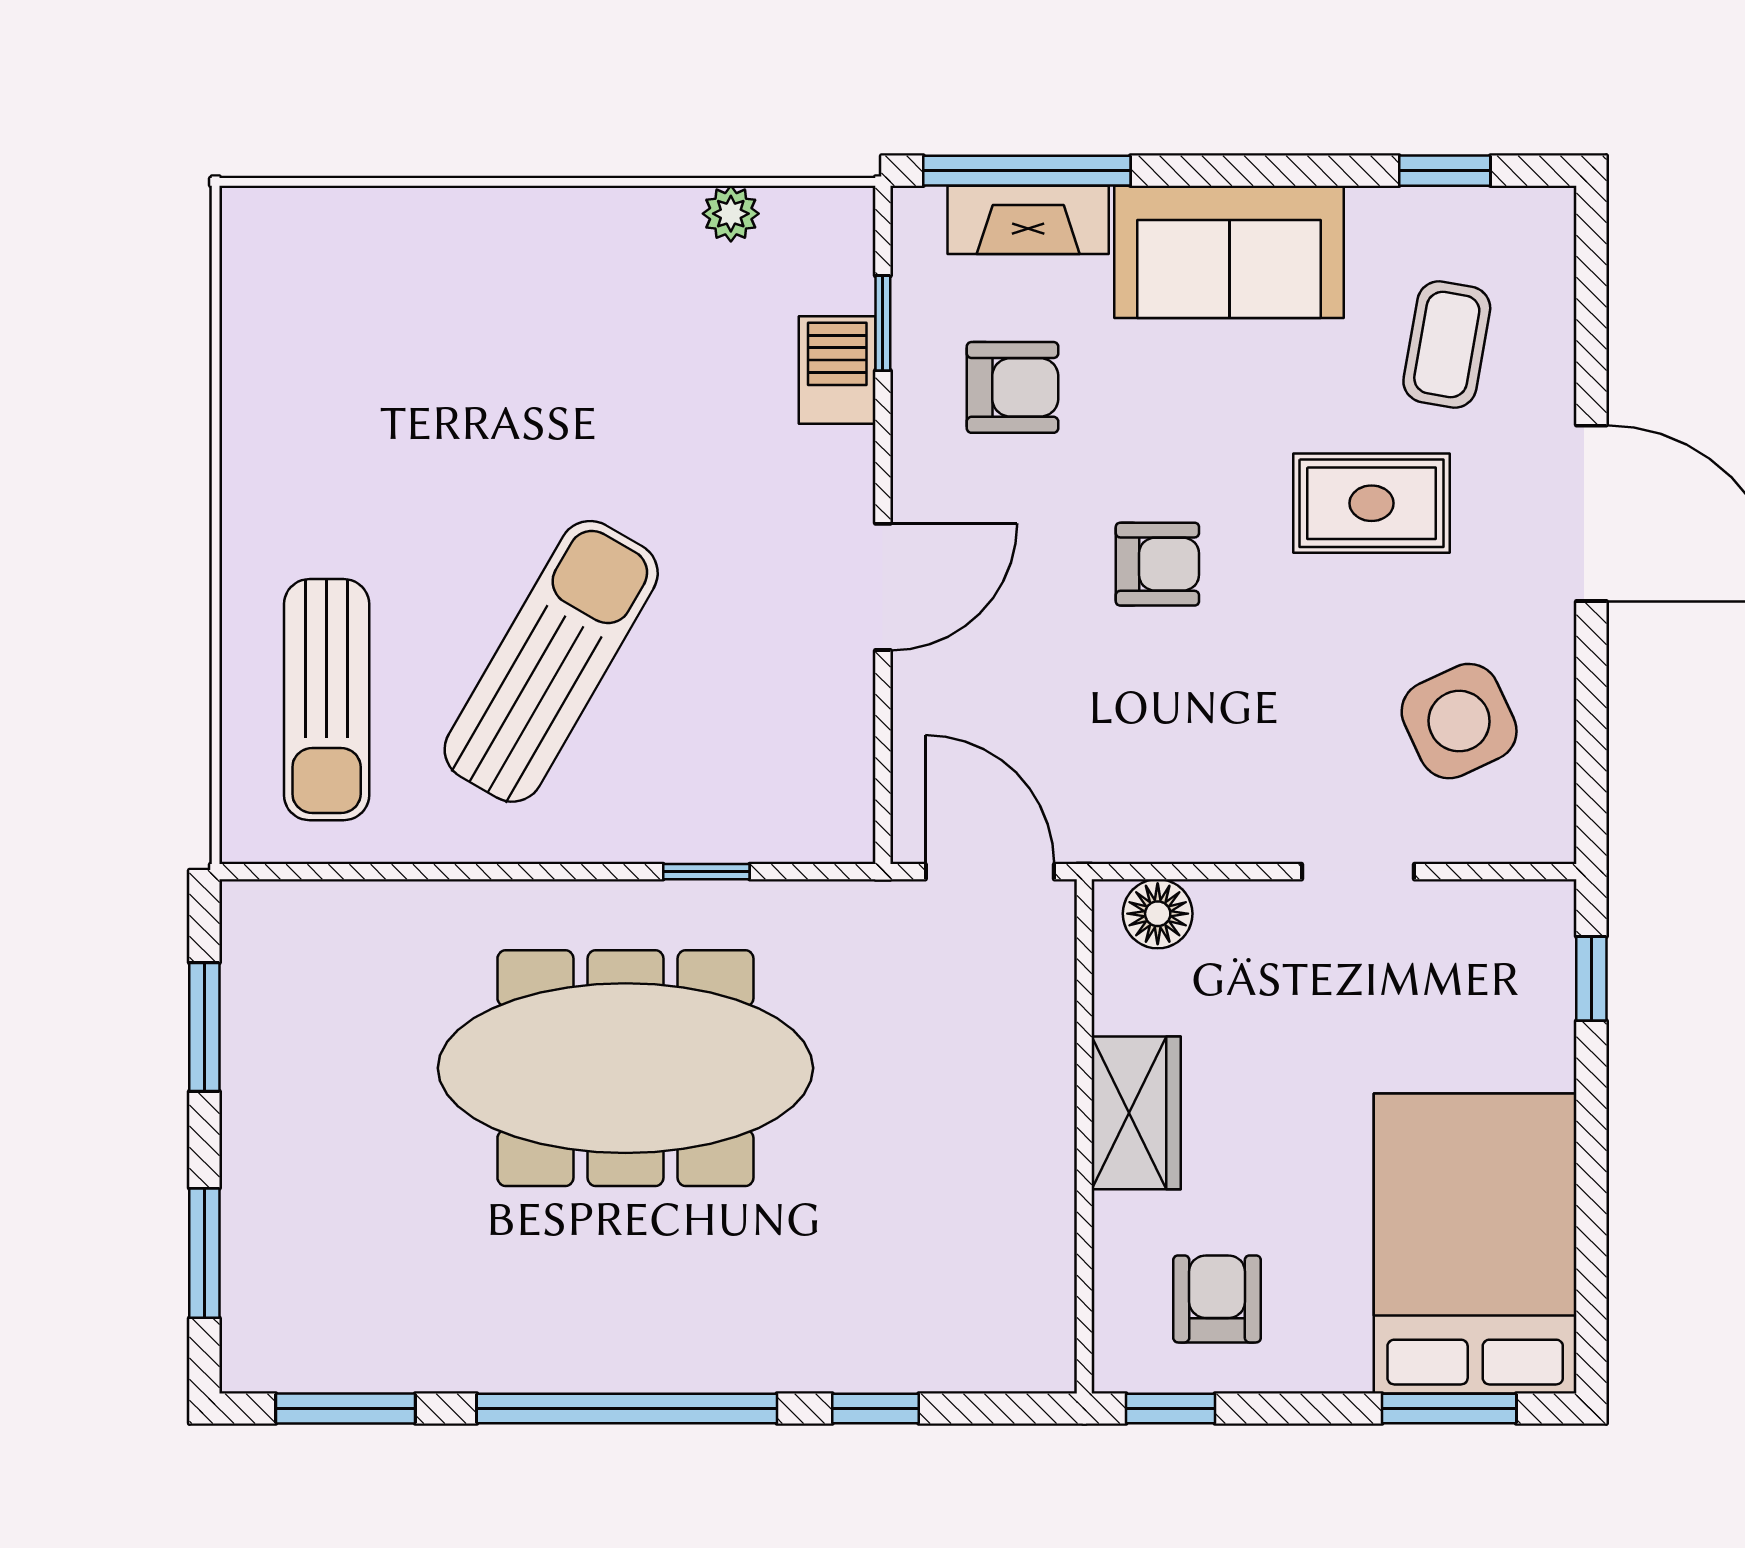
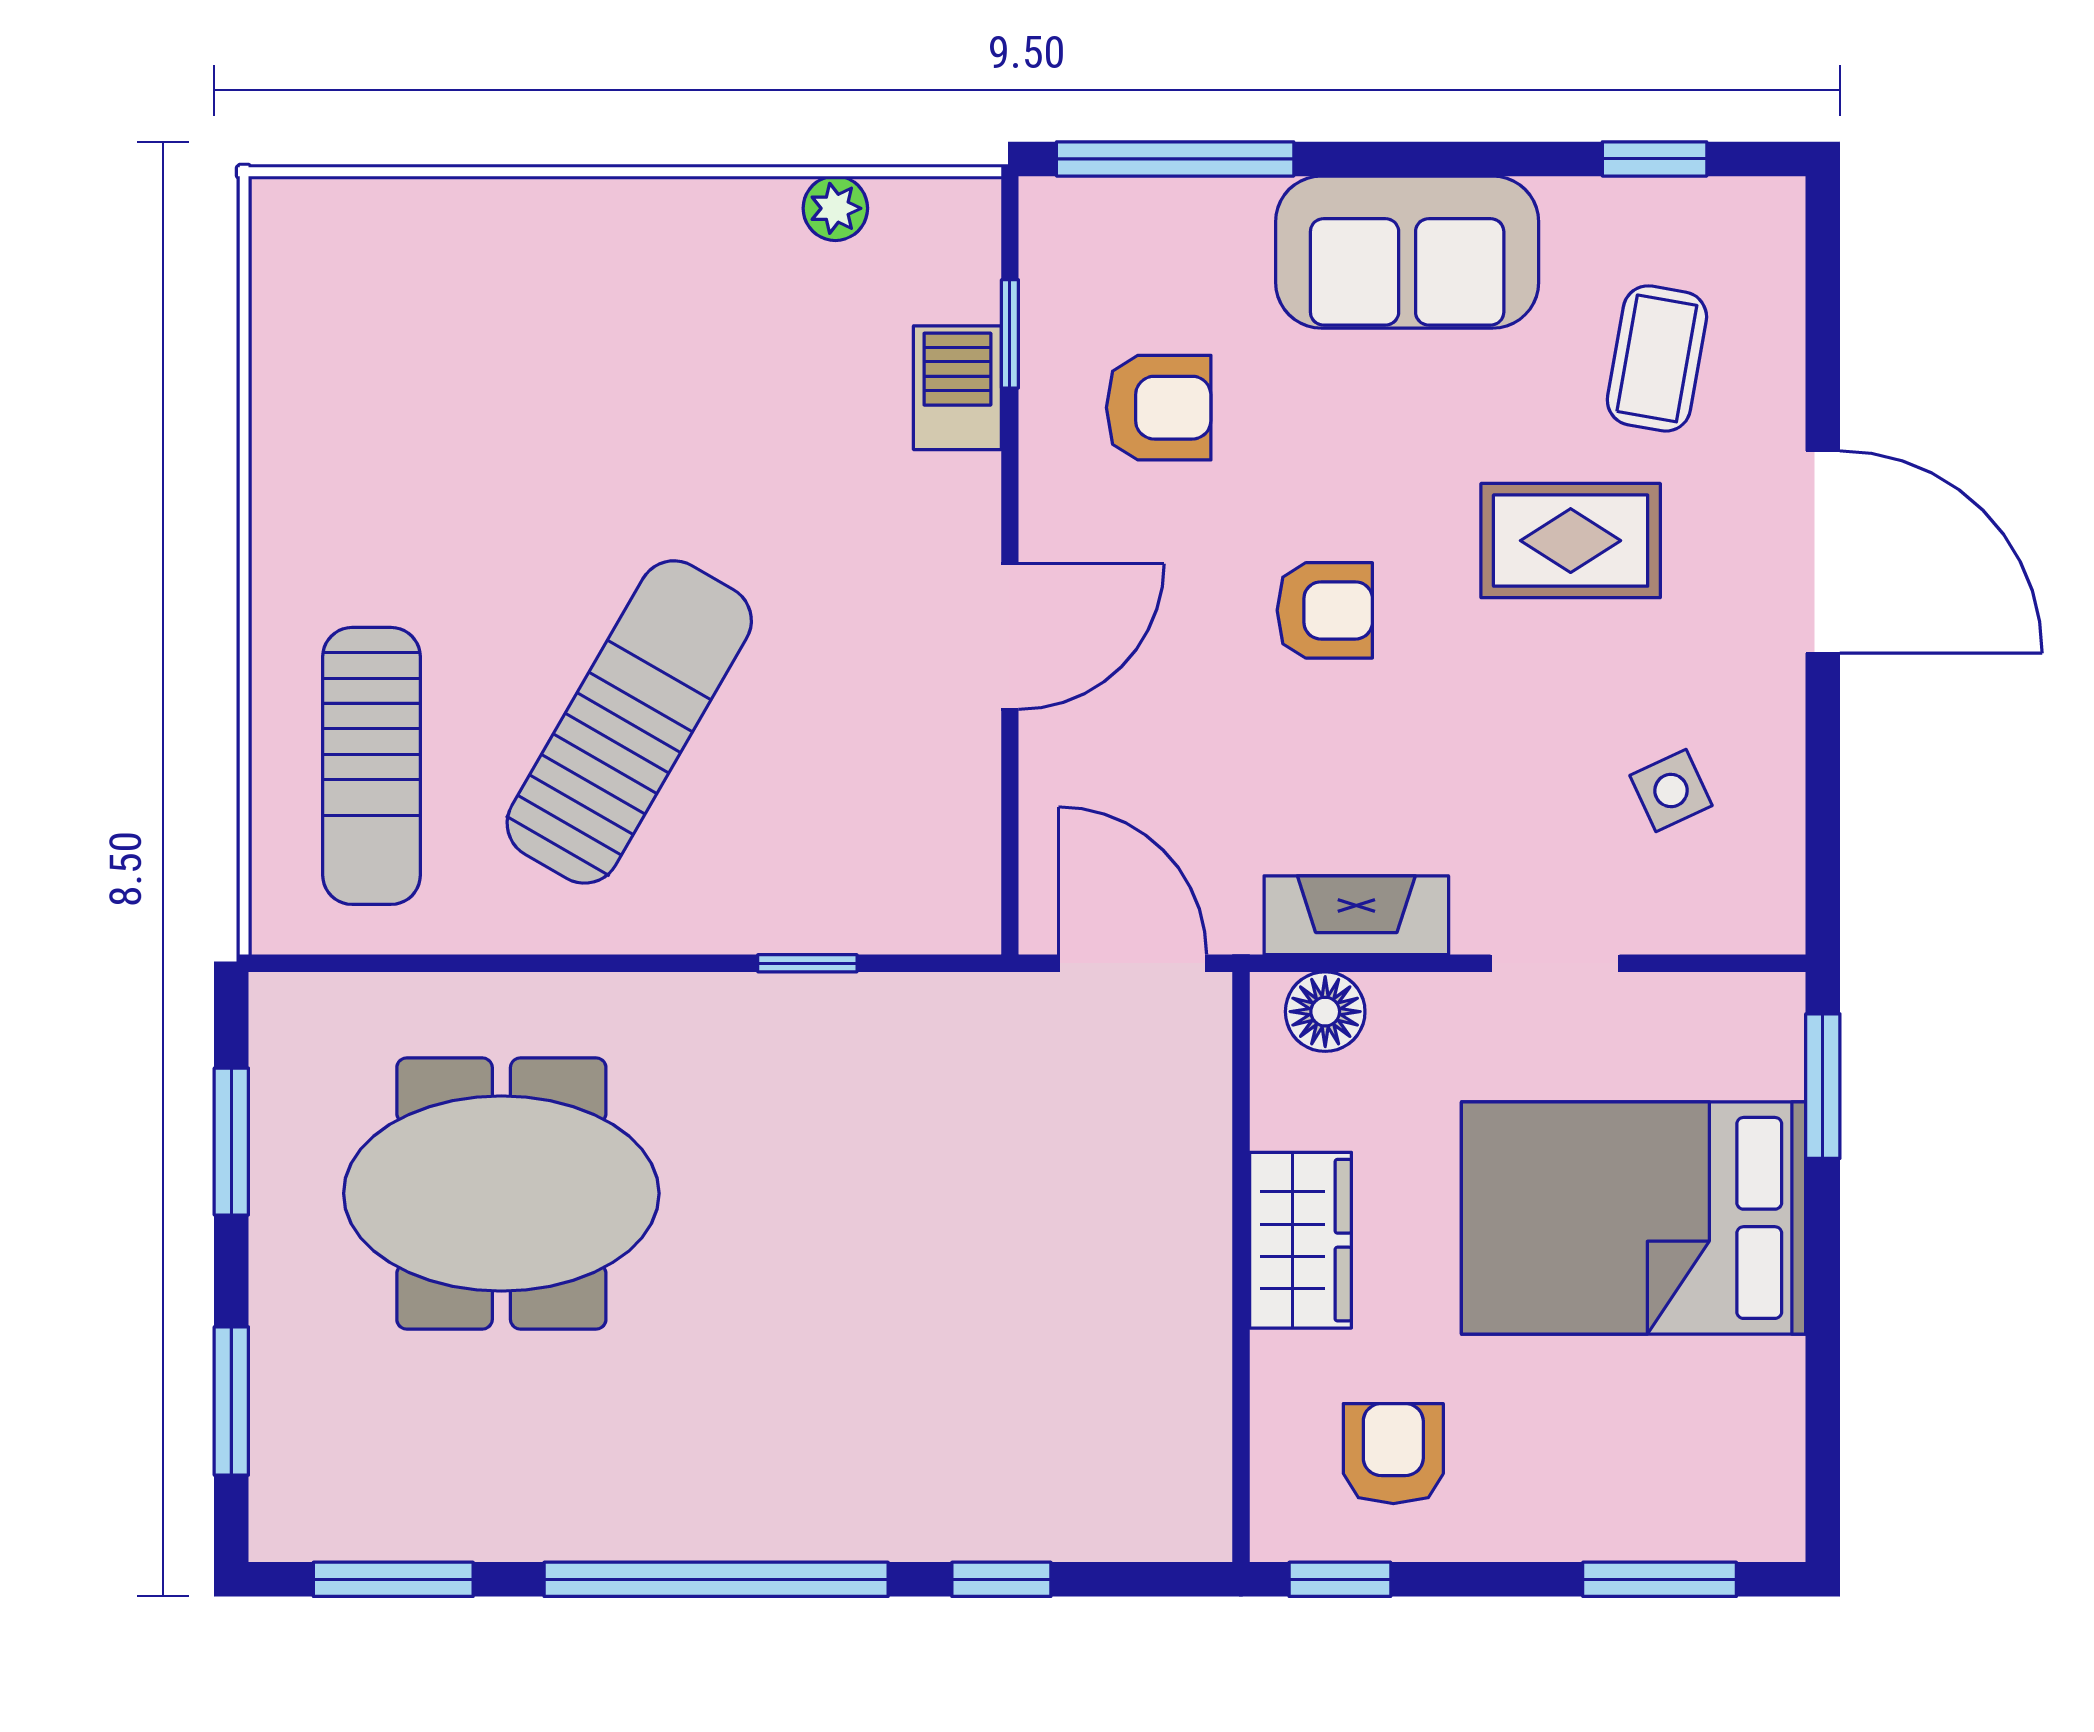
fireplace: (1028, 220) -> (1356, 915), moved, turned 180
side table: (1459, 721) -> (1671, 791), width x0.54, depth x0.54
window: (1591, 979) -> (1823, 1086), width x1.50
meeting table: (625, 1068) -> (501, 1193), moved, width x0.73
bed: (1475, 1244) -> (1634, 1218), moved, turned -90

